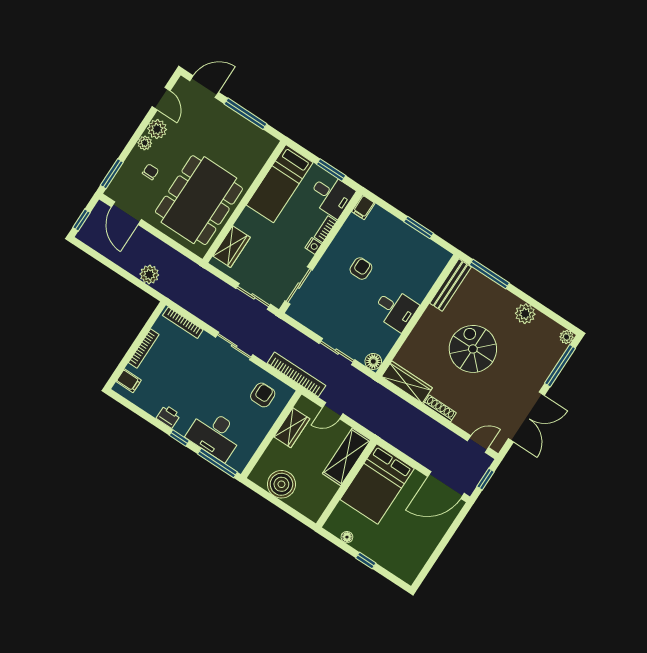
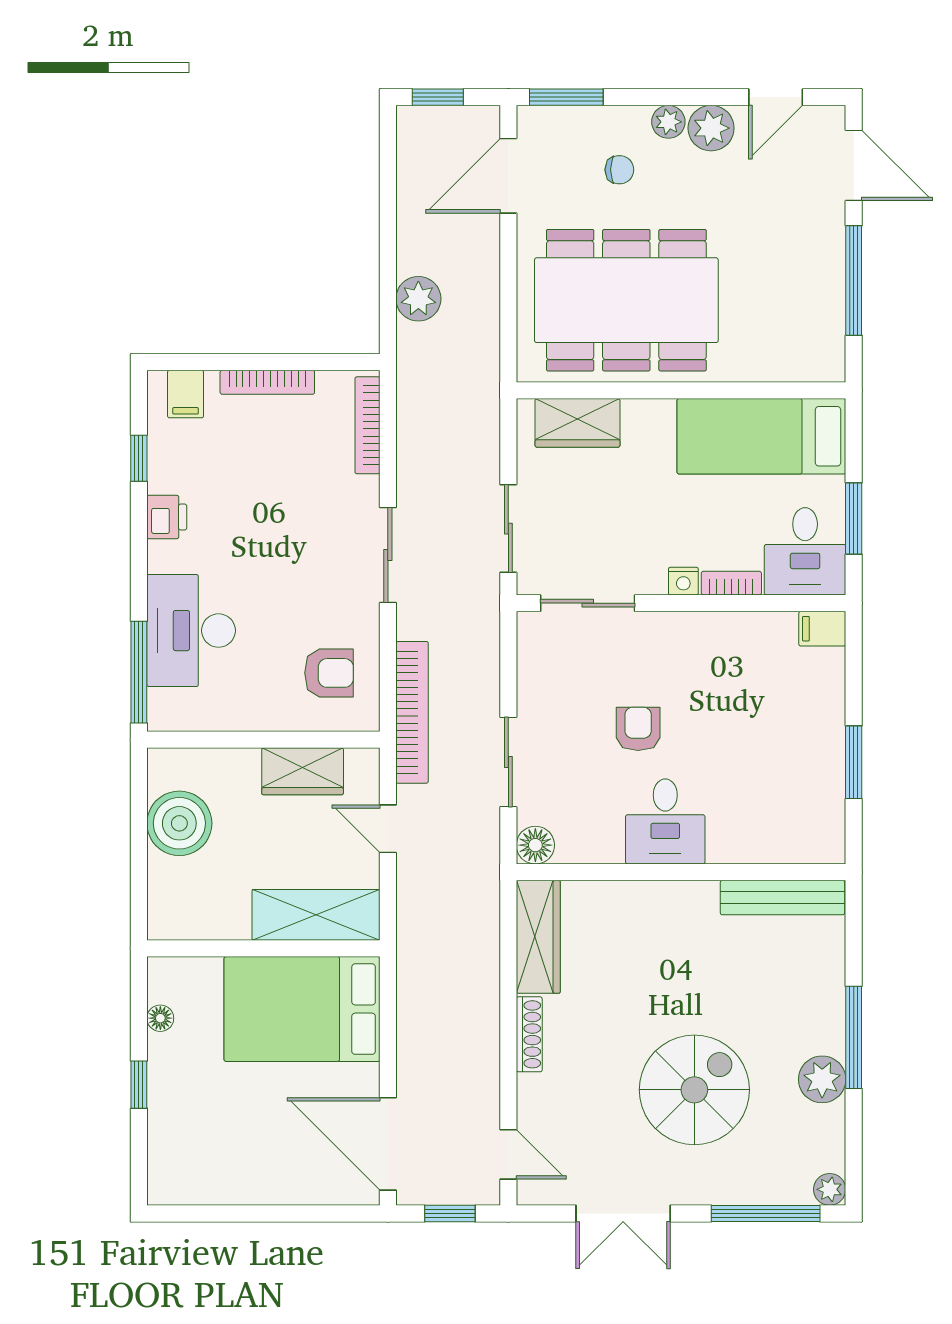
armchair: (361, 269) -> (638, 729), moved, turned -90
window: (489, 274) -> (854, 1037), moved
spiral stairs: (473, 349) -> (694, 1090), moved
double door: (526, 417) -> (623, 1213), width x0.73
window: (179, 438) -> (139, 458), moved

